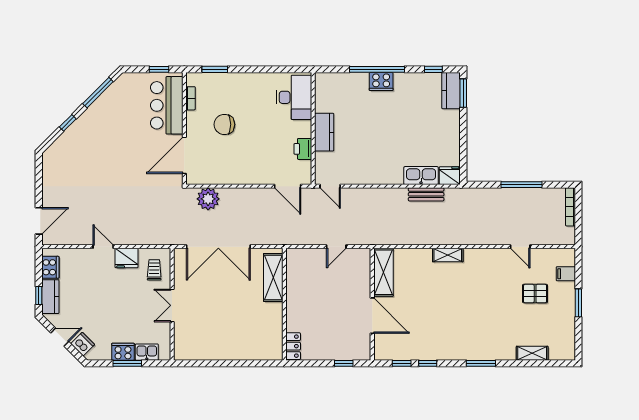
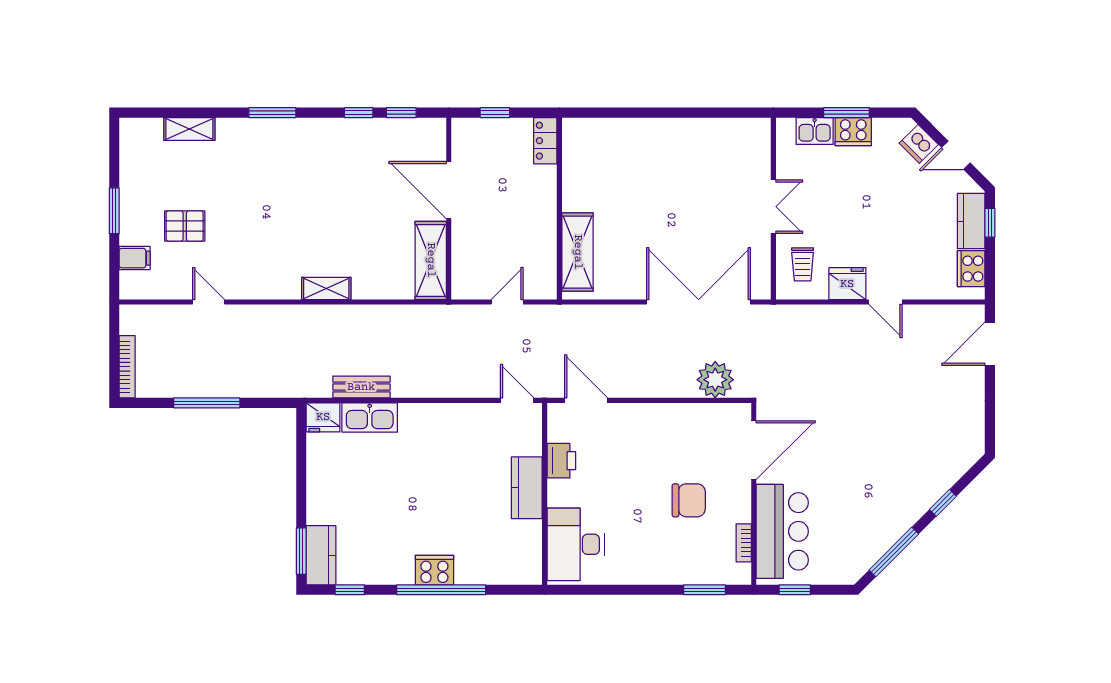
shelving: (273, 277) -> (578, 252), moved
wall: (284, 304) -> (559, 209), moved
locker: (293, 346) -> (545, 141), moved

